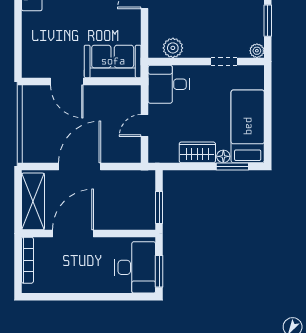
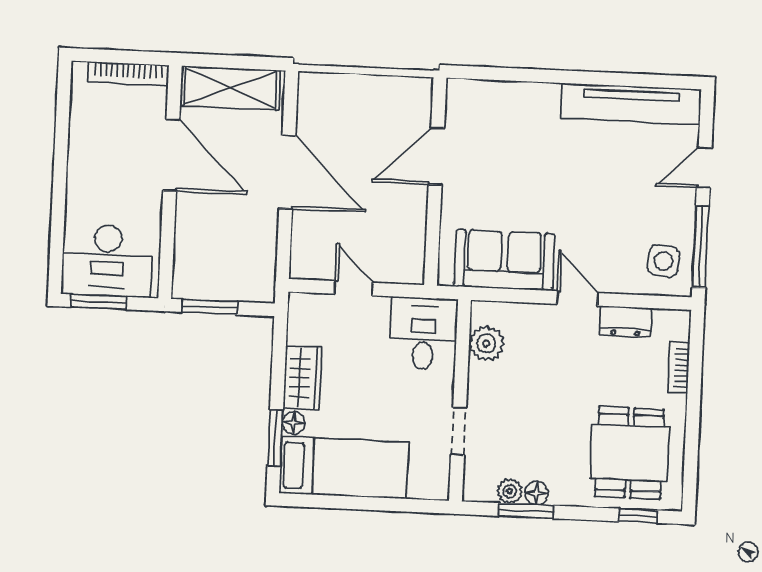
floor lamp: (257, 15) -> (536, 493), added
plant: (257, 51) -> (510, 491), moved
sofa: (113, 61) -> (504, 260), moved, turned -90

